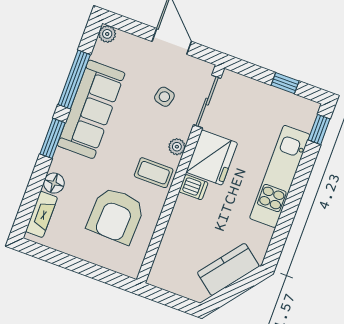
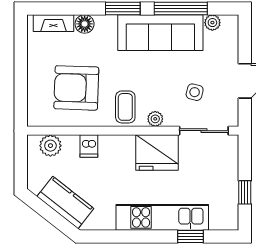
plant: (107, 34) -> (212, 23), moved
window: (319, 129) -> (191, 237), moved
dishwasher: (193, 187) -> (89, 146), moved
plant: (165, 263) -> (50, 146), added

